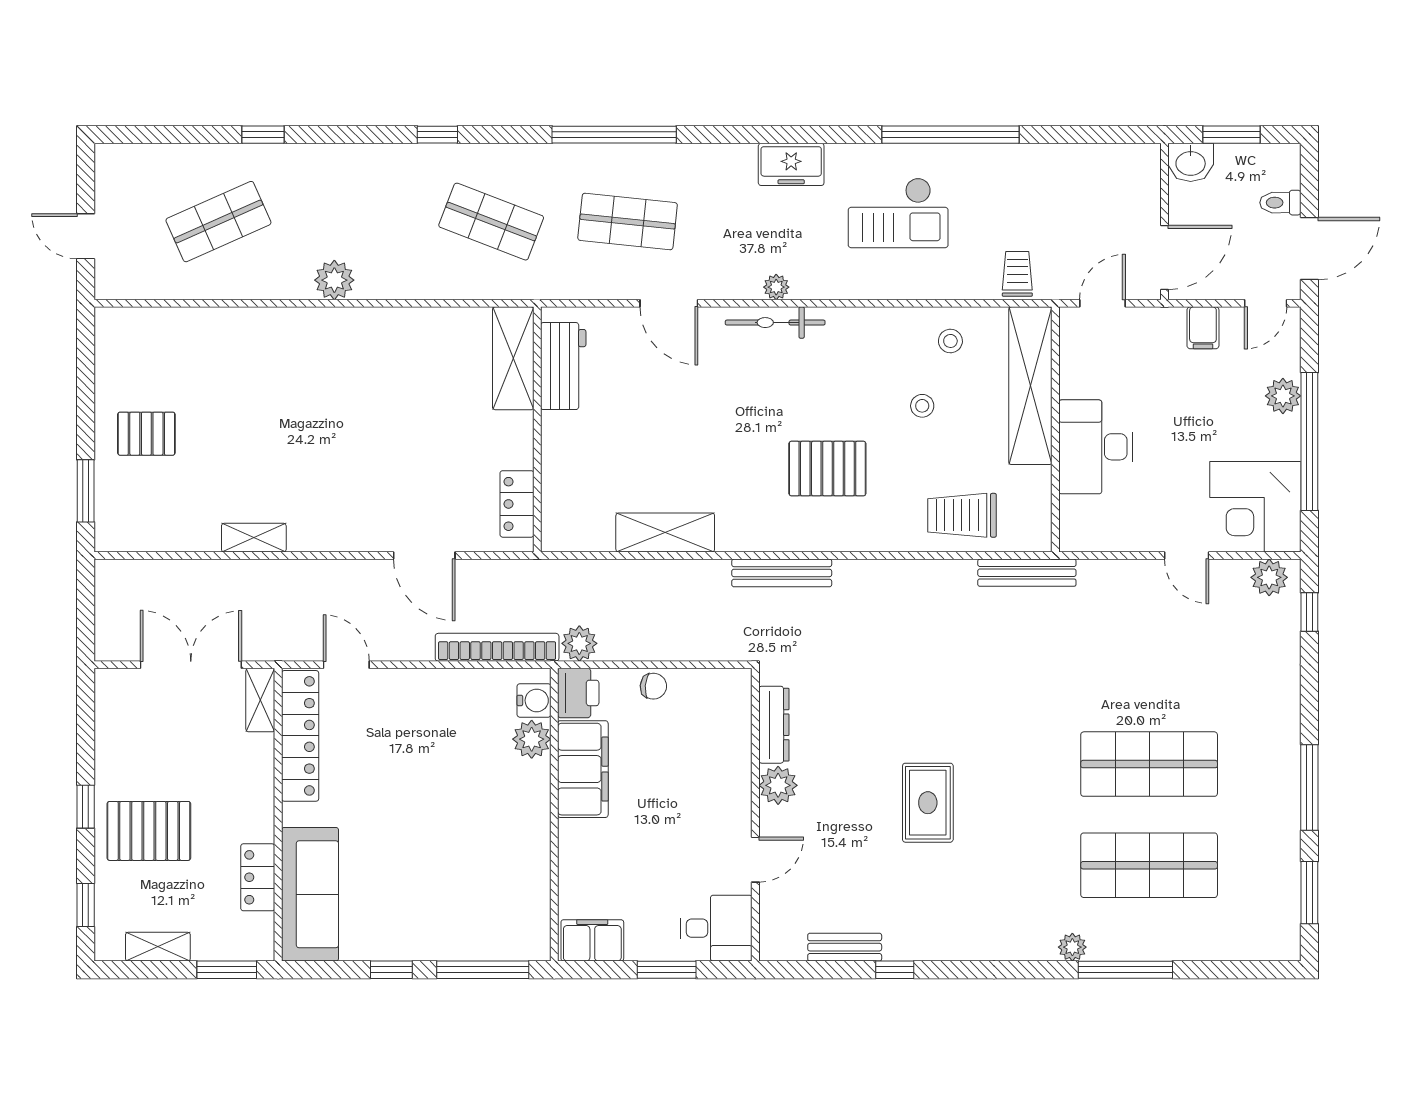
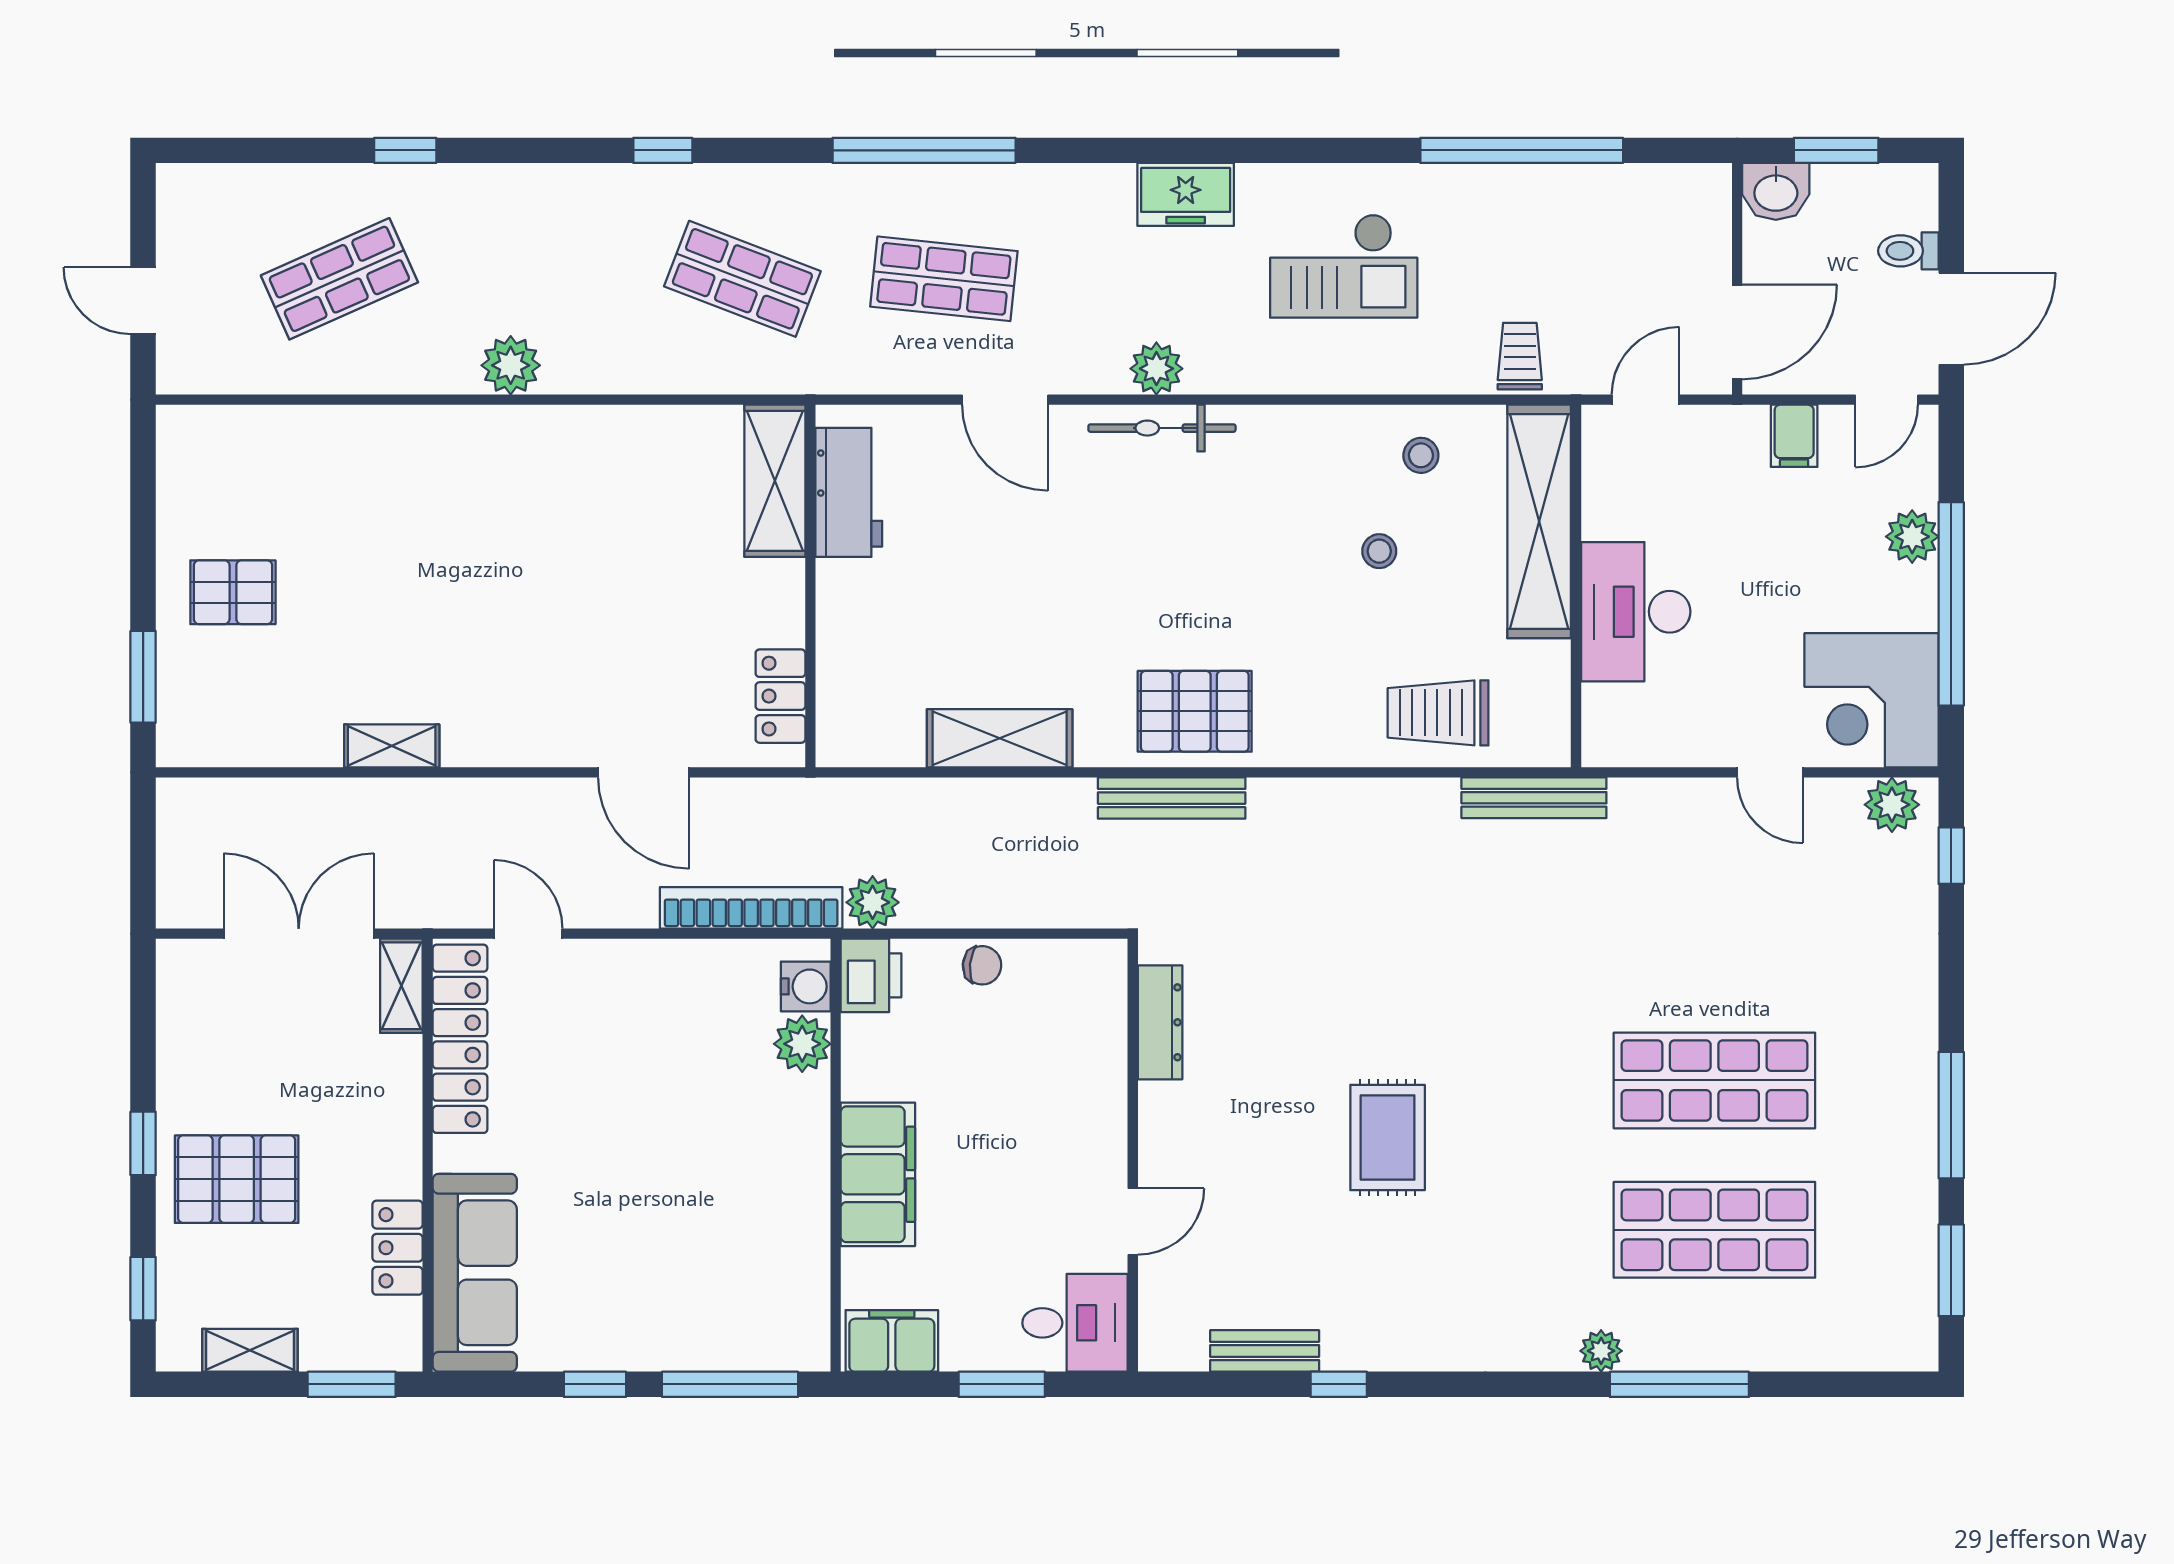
window: (950, 135) -> (1522, 150), moved
plant: (776, 287) -> (1156, 369), width x1.38, depth x1.38
pallet: (827, 469) -> (1195, 711), moved
filing cabinet: (583, 769) -> (878, 1174), moved
plant: (778, 785) -> (1166, 1112), removed

